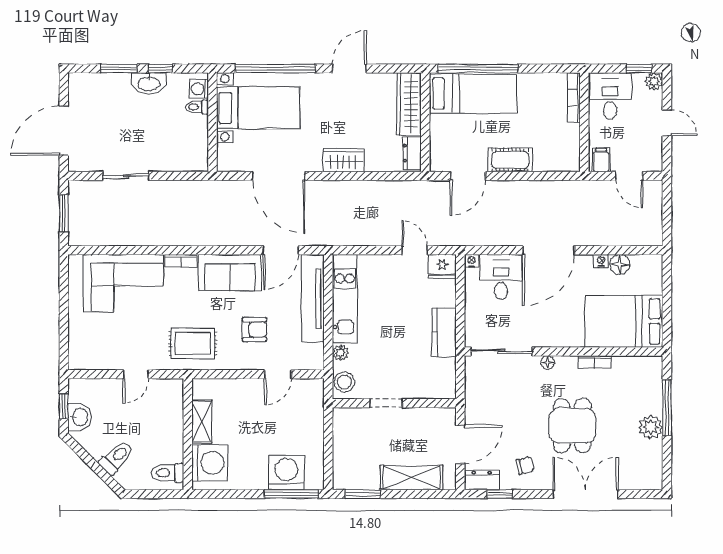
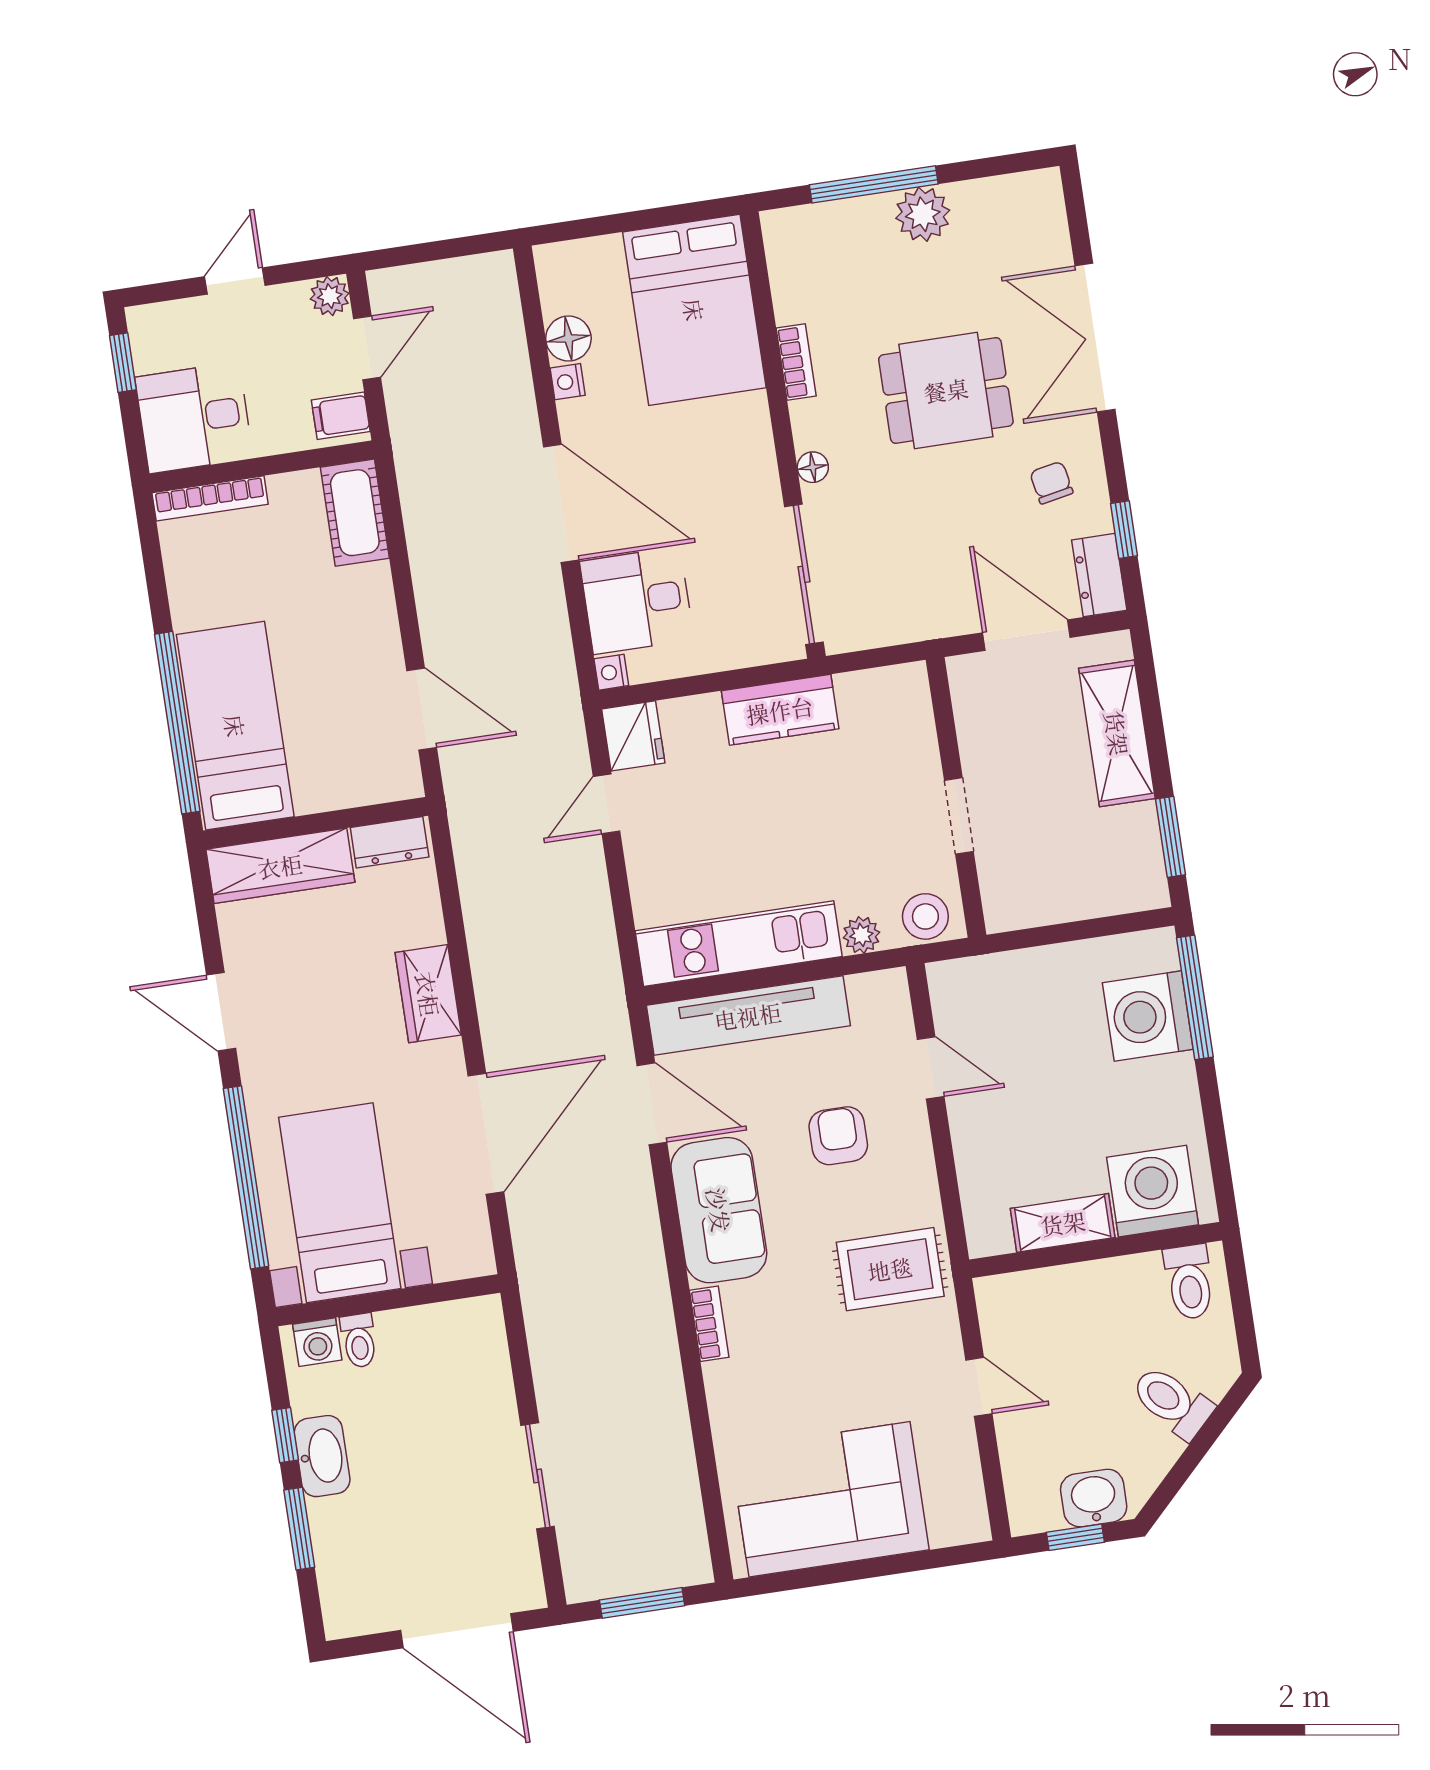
plant: (654, 81) -> (330, 296), moved
cot: (510, 160) -> (355, 513), moved
corner sofa: (123, 283) -> (829, 1499), moved, turned -90
rug: (193, 343) -> (890, 1269), turned 90

